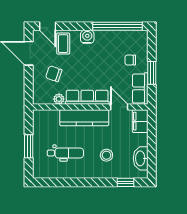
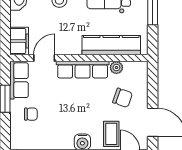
door: (119, 107) -> (44, 58), swing flipped
kitchen counter: (84, 118) -> (111, 45), moved

